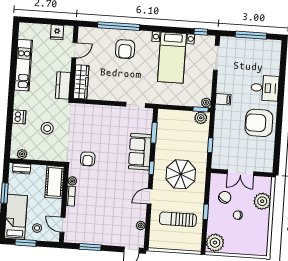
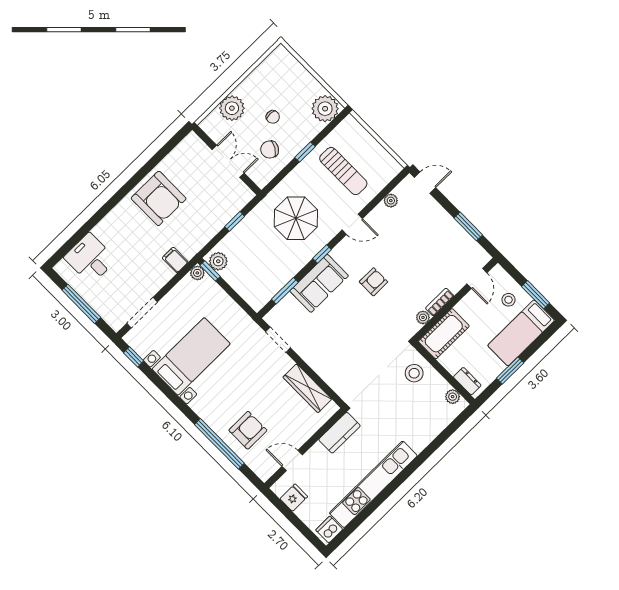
armchair: (125, 49) -> (248, 430), moved
kitchen unit: (23, 65) -> (373, 484), width x1.36
wardrobe: (81, 82) -> (307, 388), moved, turned -90
desk: (265, 88) -> (90, 259), moved
dishwasher: (19, 117) -> (329, 530), moved
stool: (47, 128) -> (414, 373), moved
armchair: (88, 159) -> (373, 282), moved

